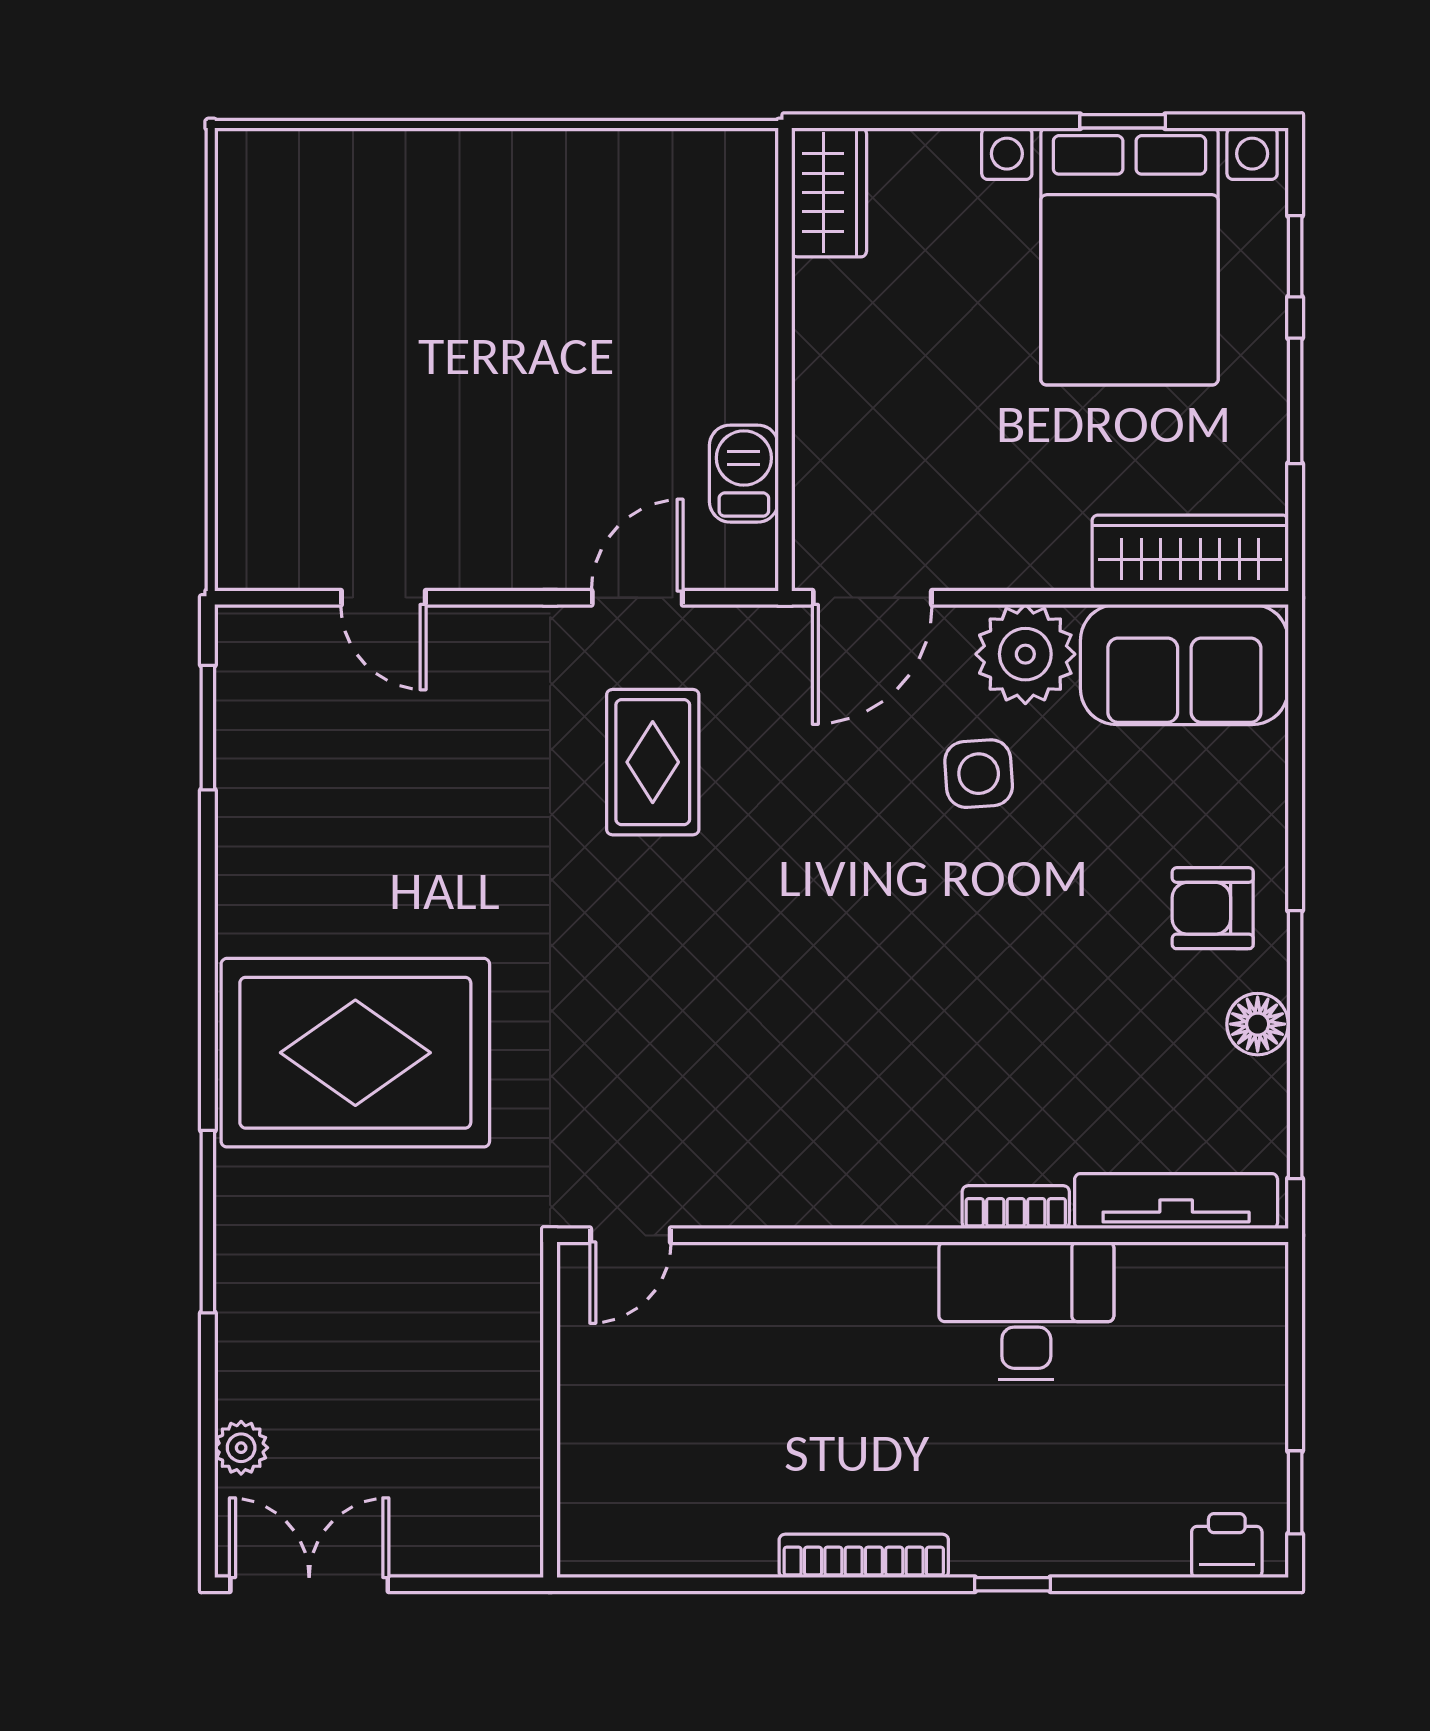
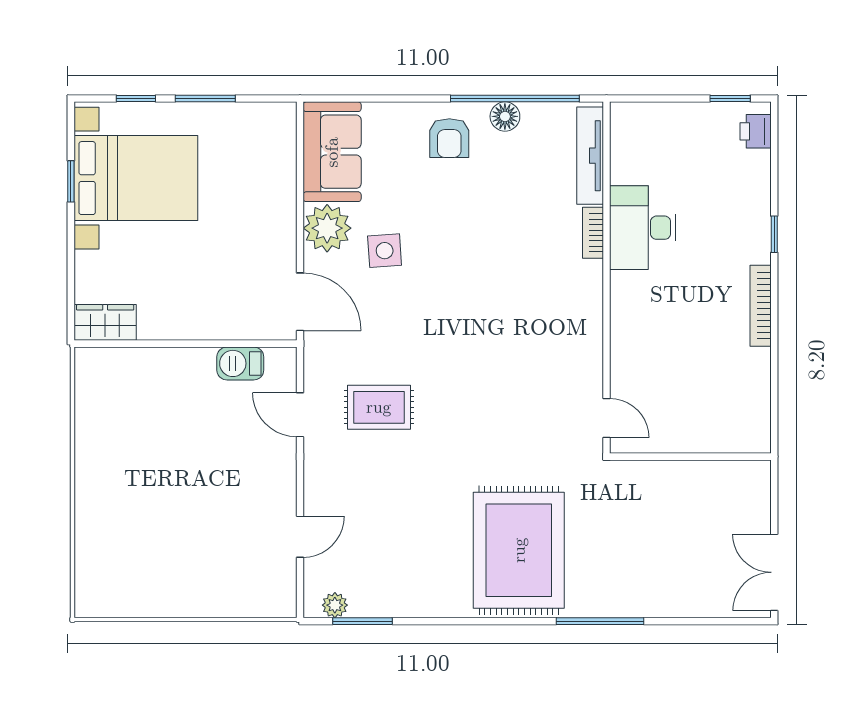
wardrobe: (1190, 553) -> (279, 149), removed
plant: (241, 1448) -> (335, 605), moved

